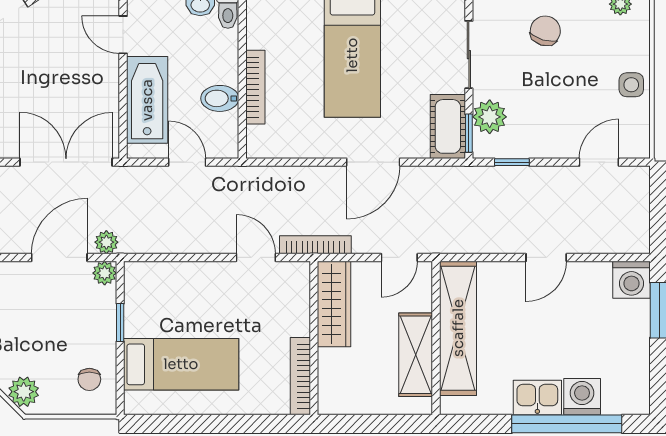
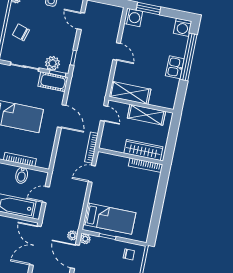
wardrobe: (334, 304) -> (143, 150), moved
shelving: (458, 328) -> (130, 93), width x0.68
bed: (181, 364) -> (109, 219), moved, turned 90
washing machine: (582, 397) -> (183, 27), moved, turned -90

